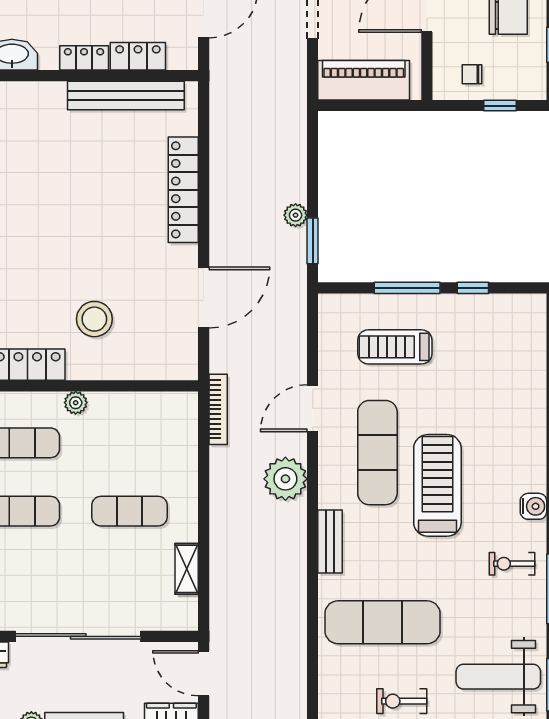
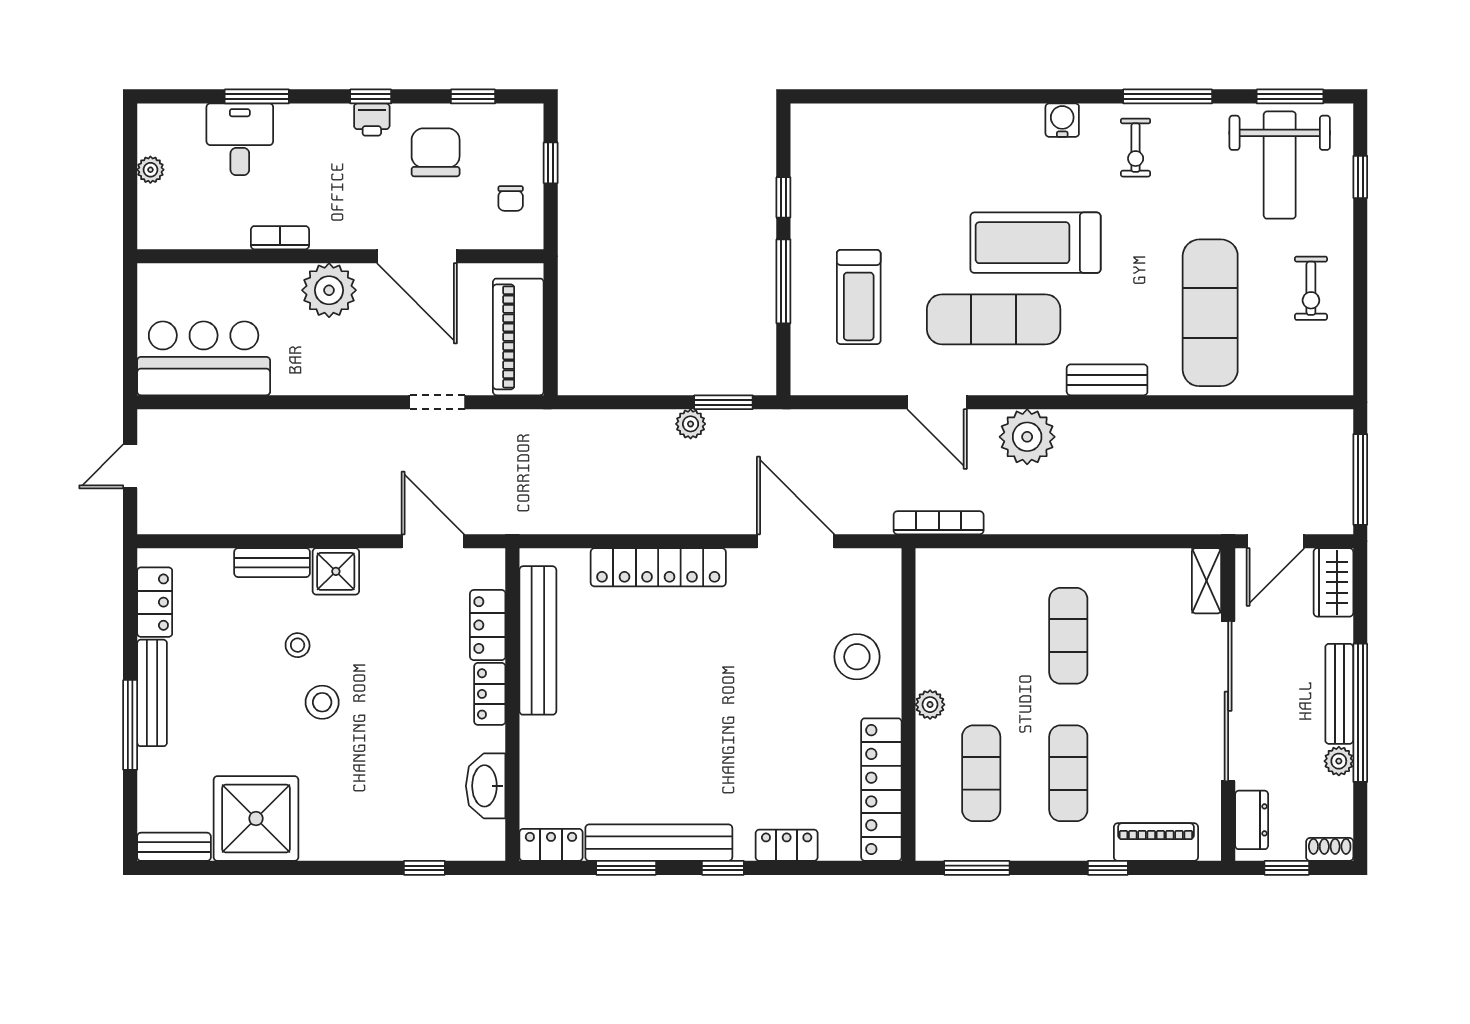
stool: (94, 319) -> (857, 657), moved
shelving: (187, 569) -> (1207, 581), moved, turned 90

